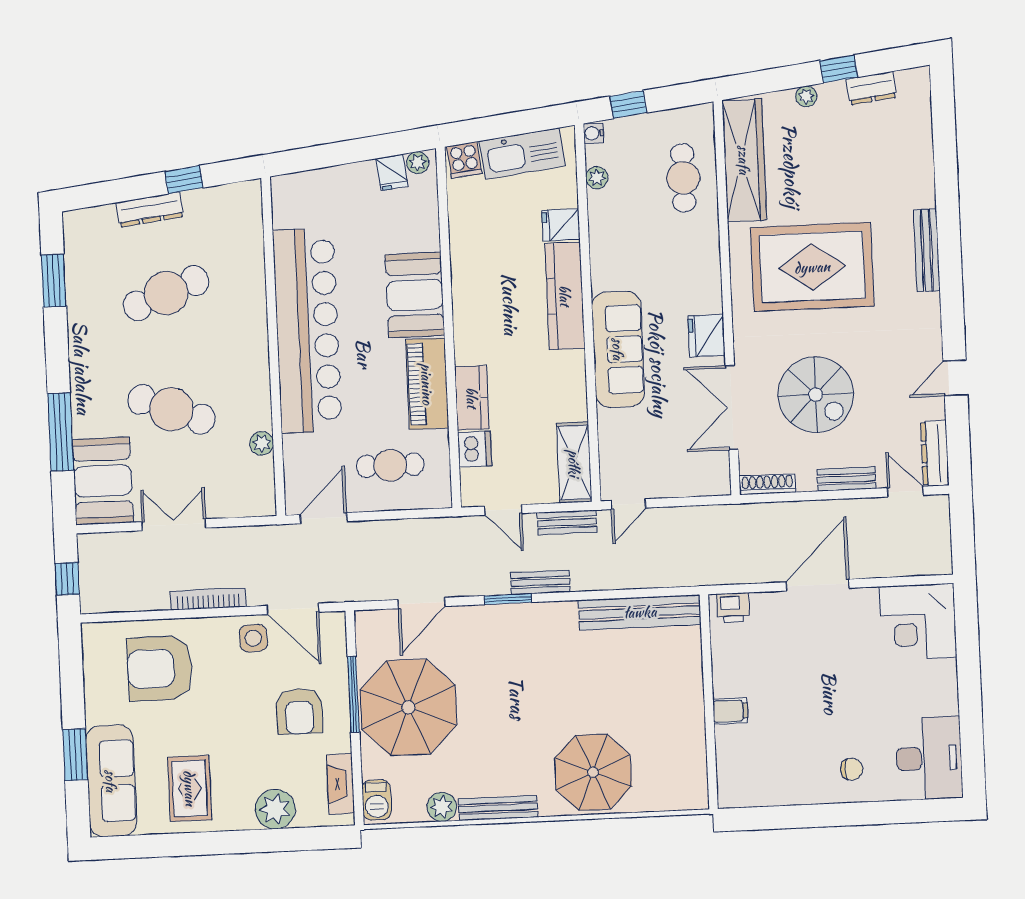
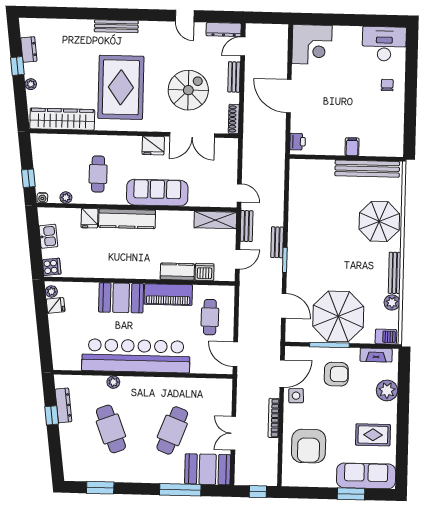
kitchen sink: (522, 154) -> (48, 236), width x0.53, depth x0.81
cafe table: (683, 178) -> (98, 174), moved, turned 90
dresser: (150, 210) -> (63, 405), moved
plant: (262, 443) -> (113, 382), moved
bench: (640, 612) -> (367, 169), moved, turned 90

